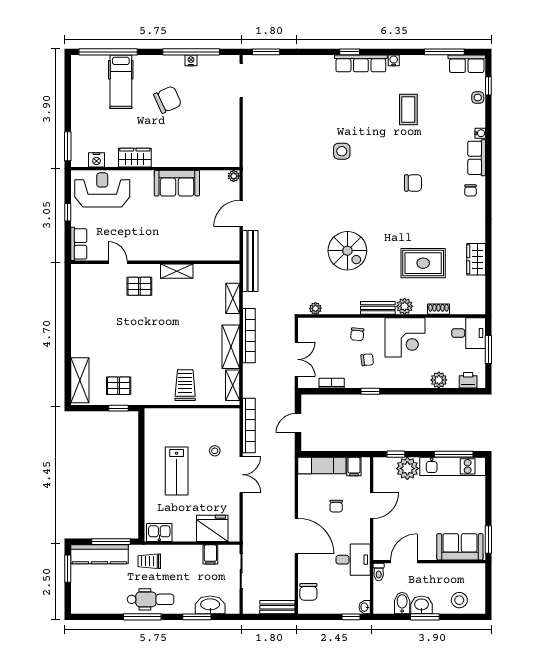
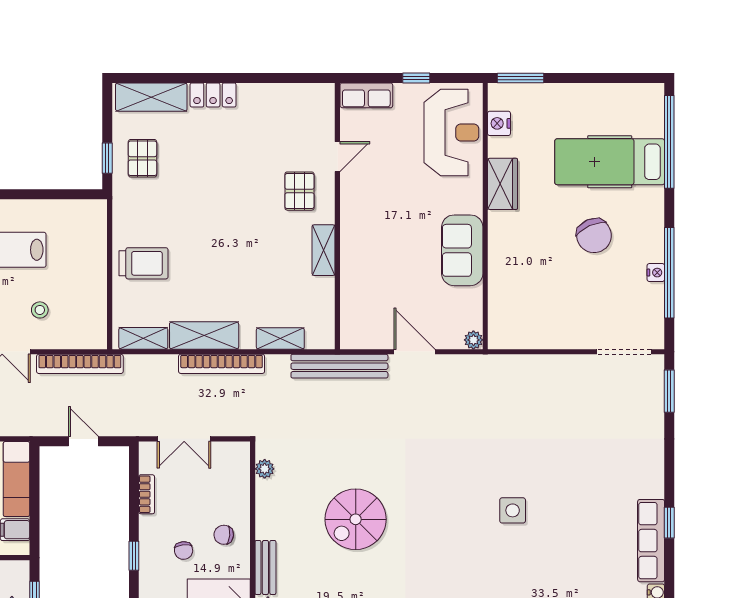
hospital bed: (121, 82) -> (610, 162), width x1.37, depth x1.29
locker: (78, 341) -> (213, 95), added

